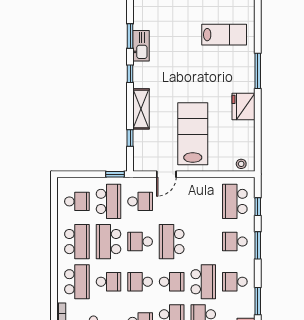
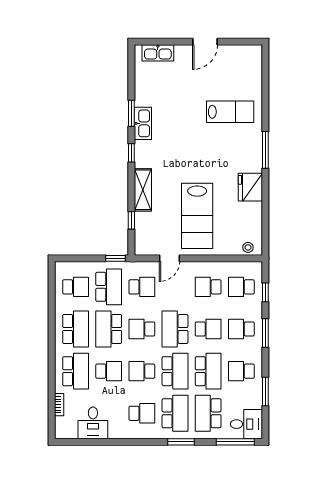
lab bench: (193, 134) -> (197, 216), turned 180
school desk: (203, 201) -> (208, 287), added
school desk: (235, 201) -> (241, 287), width x0.54
school desk: (203, 242) -> (208, 329), added
school desk: (172, 282) -> (175, 371), width x1.85

